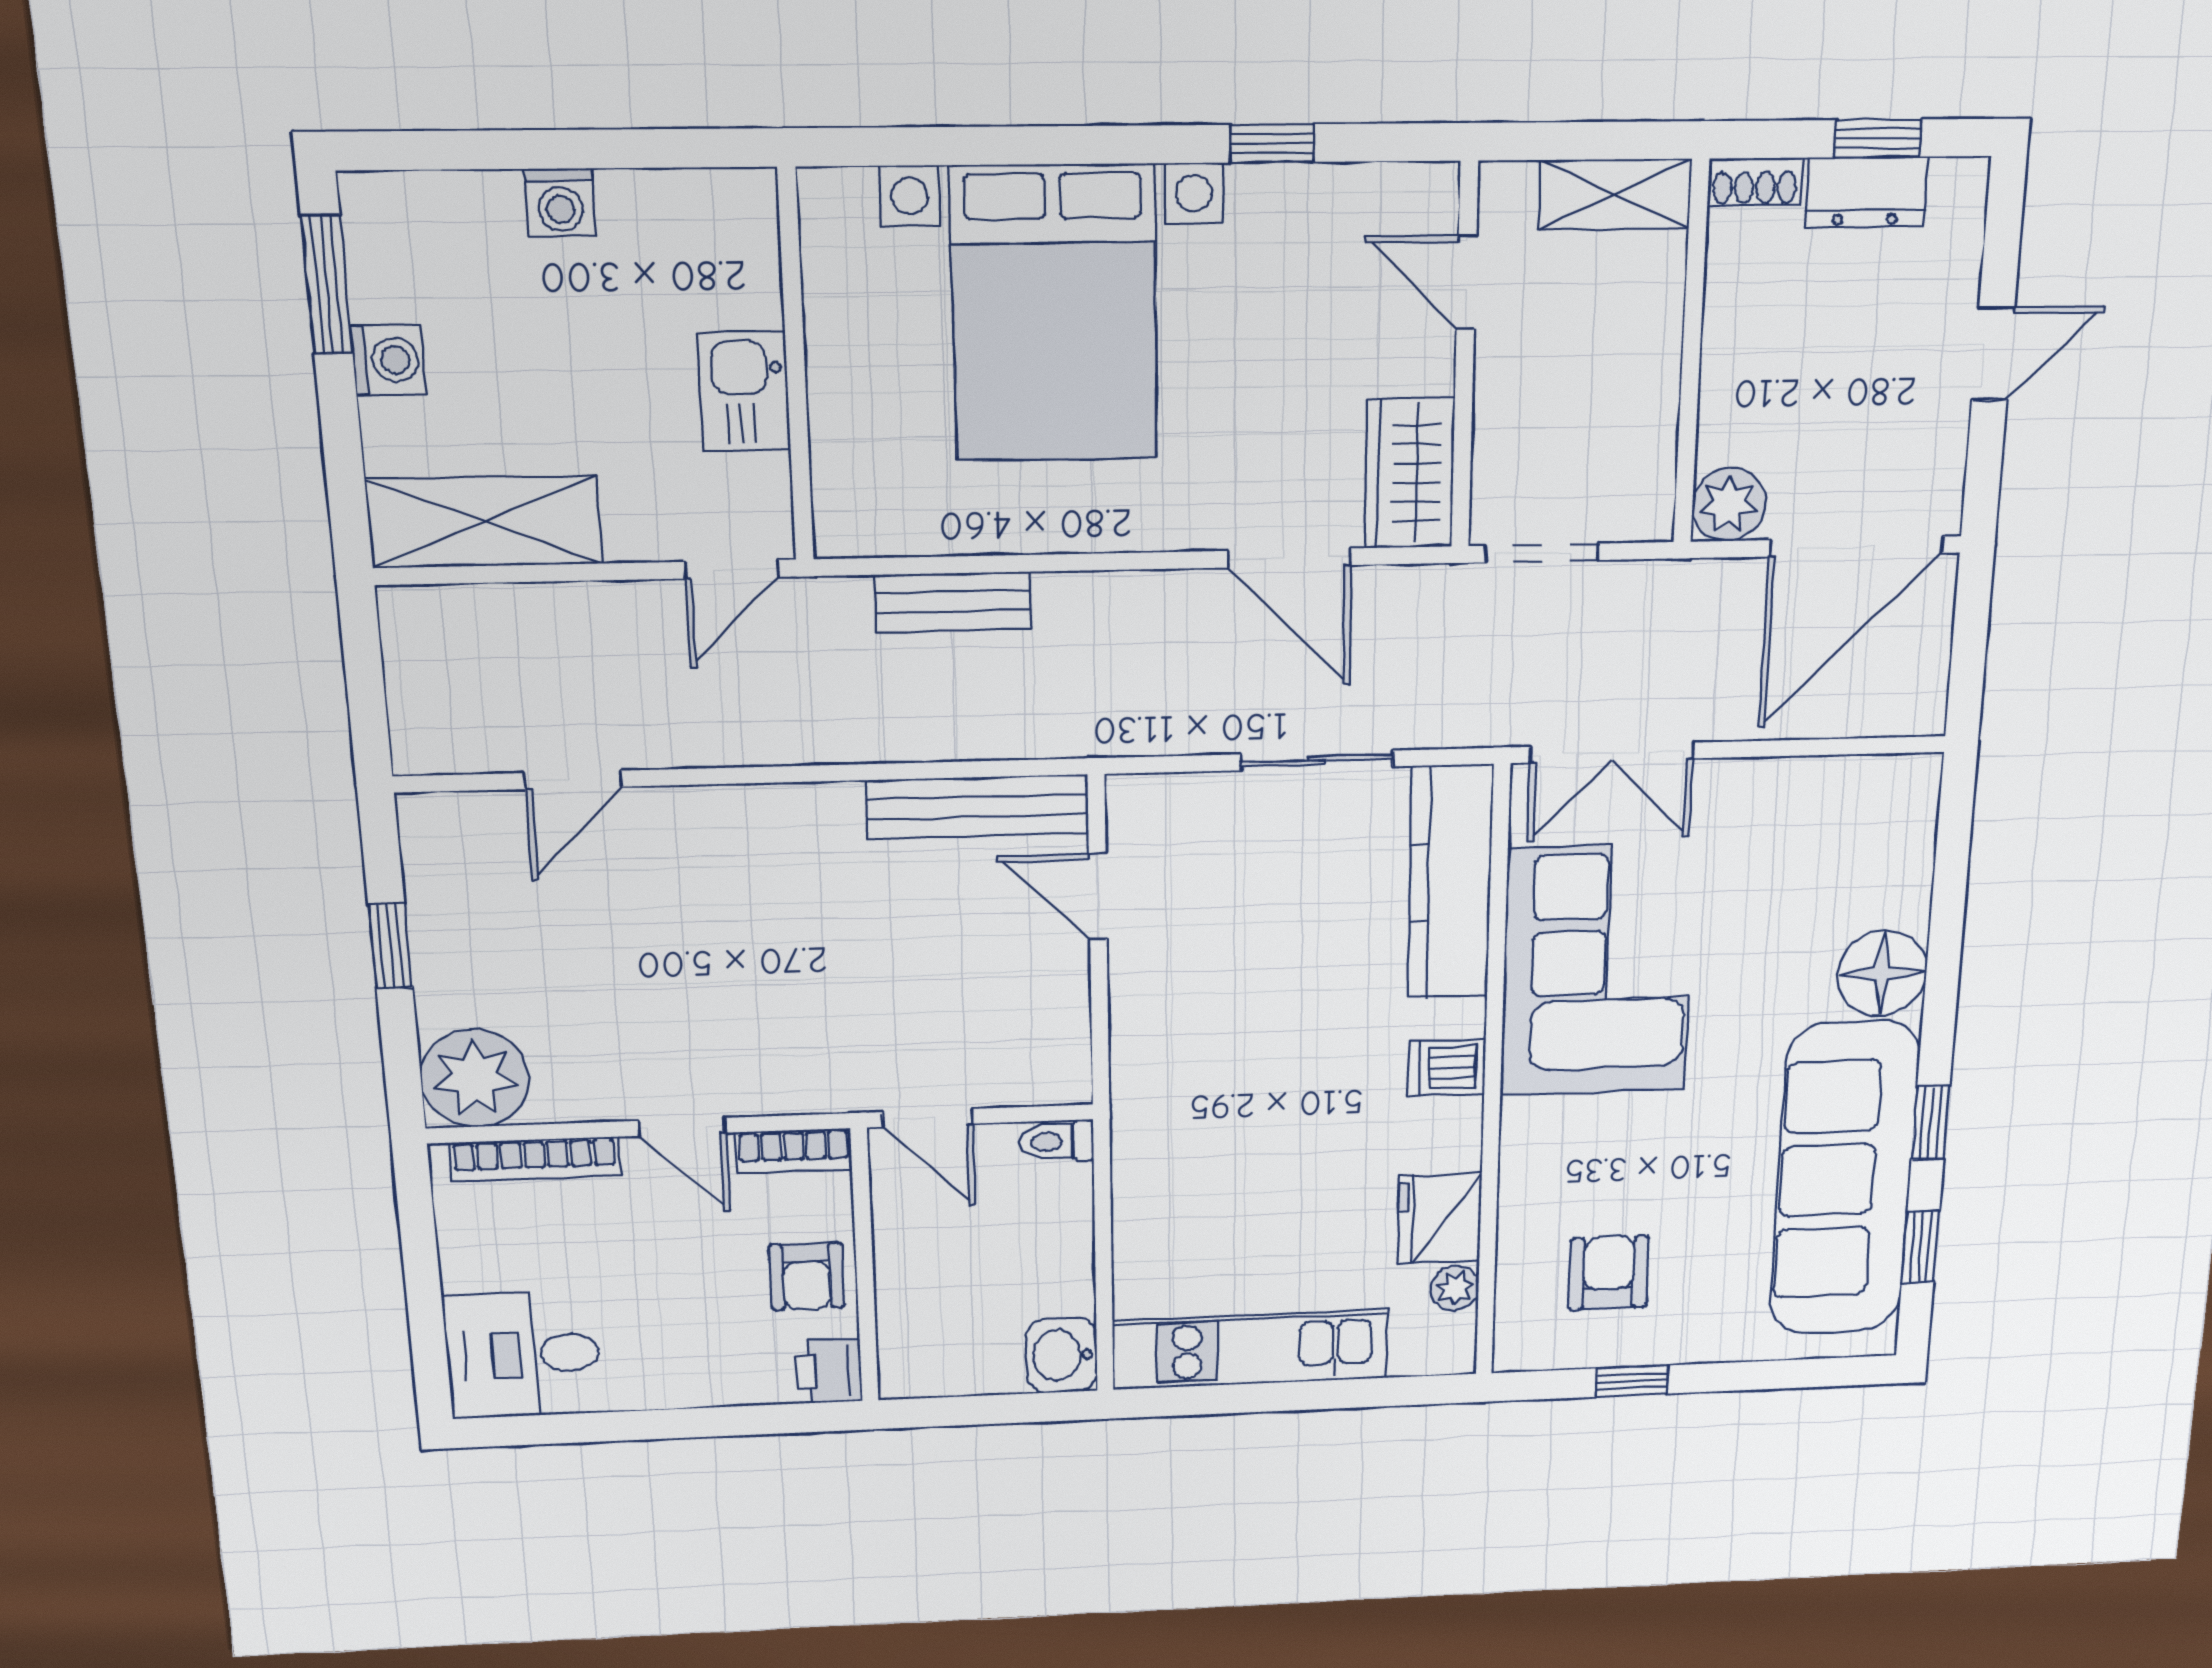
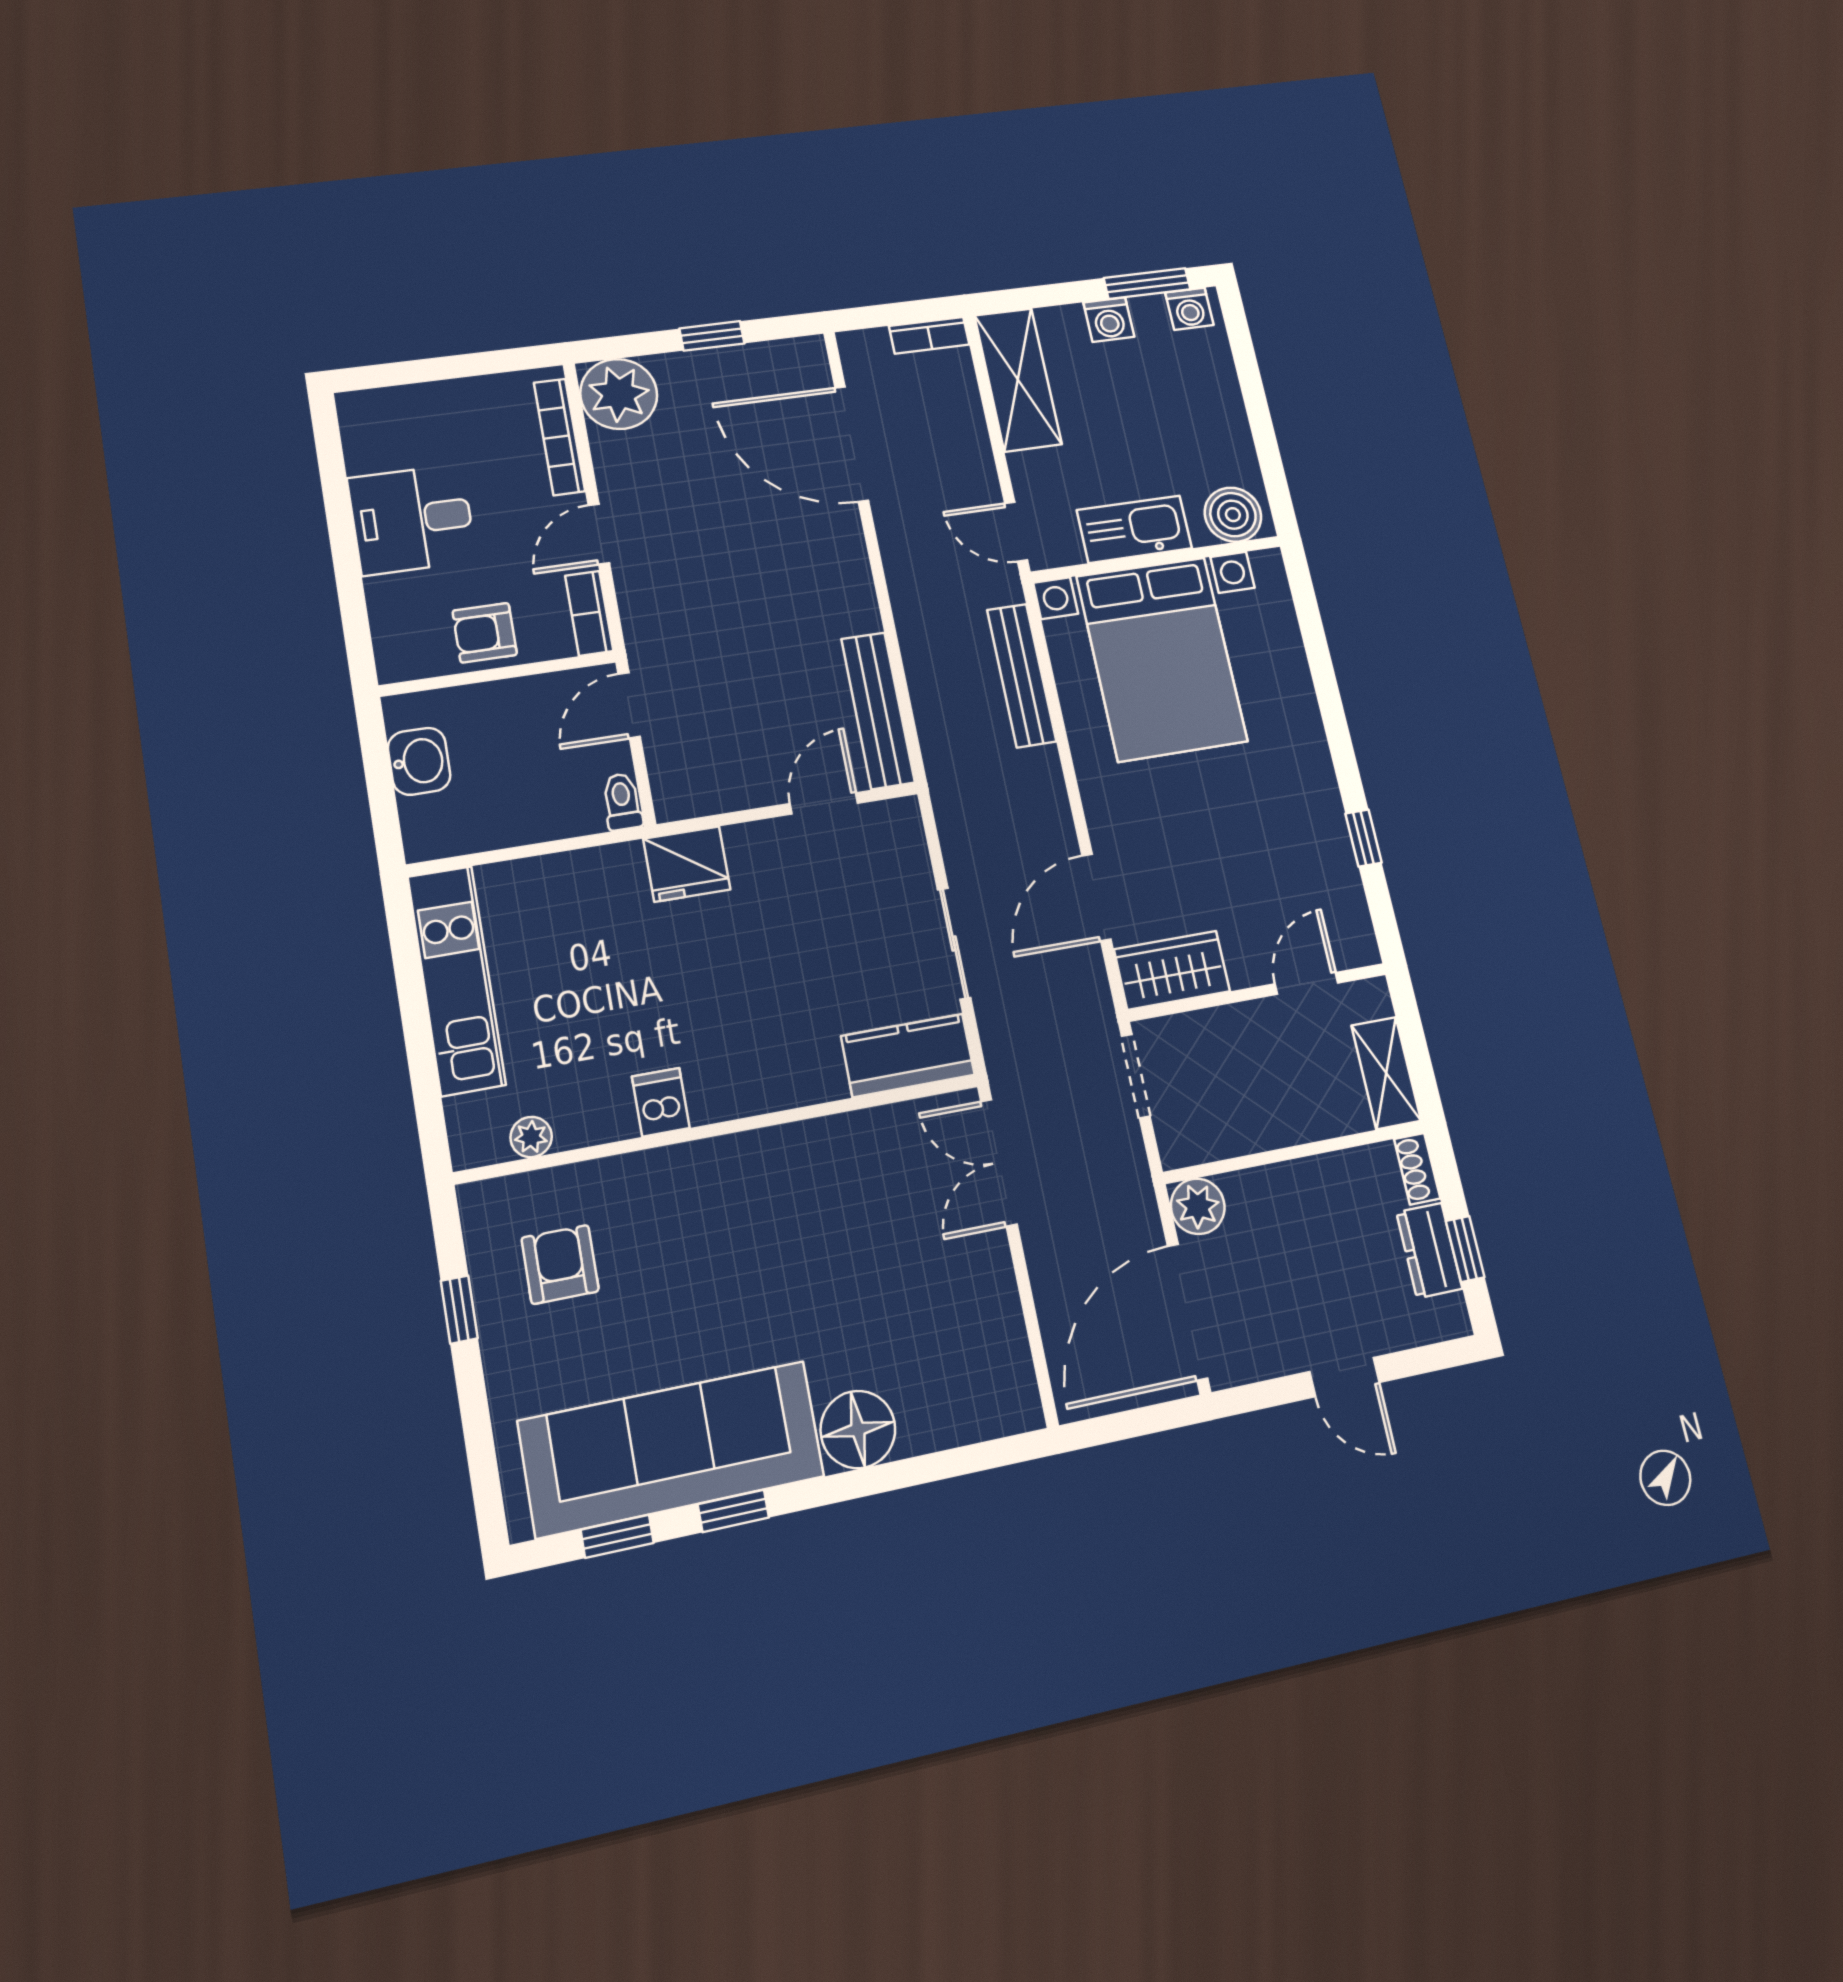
washing machine: (560, 202) -> (1189, 309), moved, turned -90
boiler: (735, 231) -> (1233, 515), added
bed with nightstands: (1055, 314) -> (1162, 659), moved, turned -90
kitchen sink: (744, 391) -> (1134, 529), width x1.38
door: (1856, 547) -> (1188, 1312), hinge flipped
bench: (953, 602) -> (1022, 675), width x1.36
bookcase: (403, 641) -> (929, 335), added
door: (573, 780) -> (852, 444), width x1.88
kitchen counter: (1450, 882) -> (908, 1055), width x0.67
corner sofa: (1597, 970) -> (824, 1192), removed
dishwasher: (1447, 1068) -> (661, 1102), moved
fridge: (1439, 1219) -> (687, 864), moved, turned 180
armchair: (1609, 1273) -> (560, 1264), turned -90
desk: (523, 1355) -> (412, 519), moved, turned -90
washbasin: (1062, 1355) -> (419, 761), moved, turned 90
printer: (829, 1371) -> (403, 658), removed

